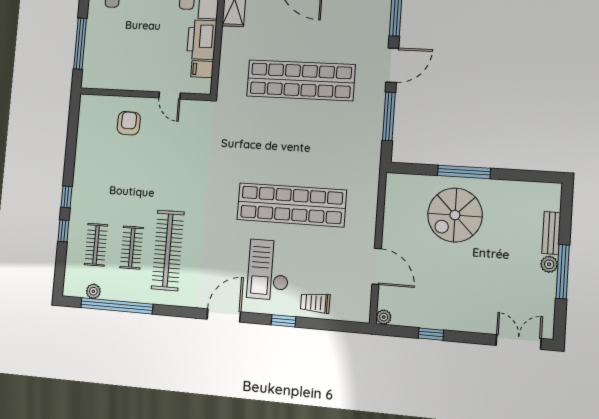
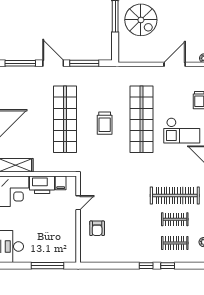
armchair: (129, 123) -> (97, 228), turned -92
trolley: (290, 144) -> (105, 123), added

